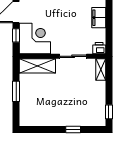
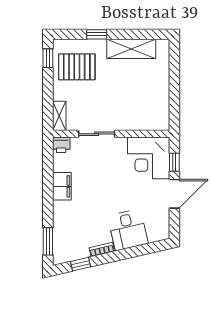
shelving: (37, 66) -> (131, 49), moved
window: (16, 91) -> (174, 86), removed
pallet: (88, 106) -> (77, 67), added

